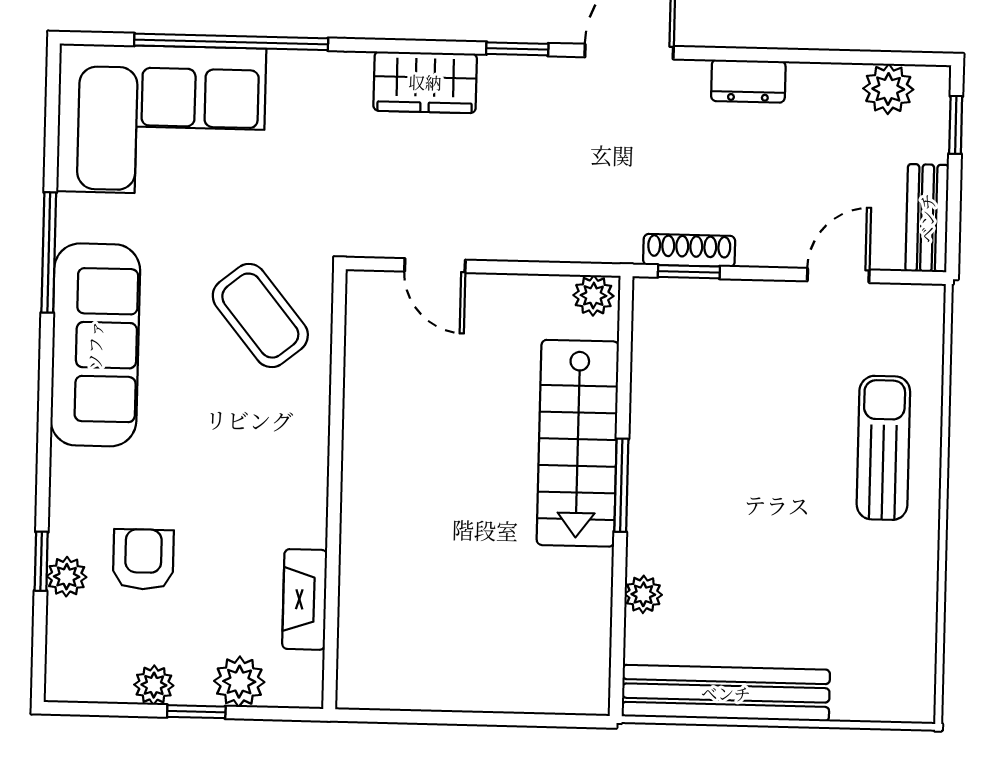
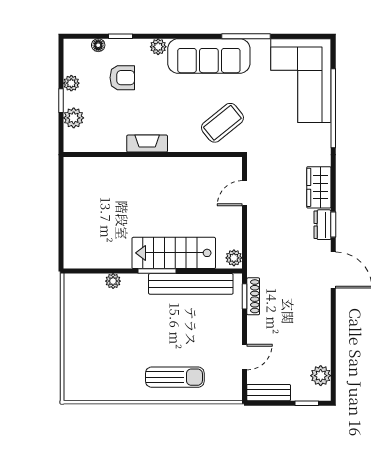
dresser: (748, 81) -> (322, 225), moved
door: (838, 275) -> (244, 357), hinge flipped
plant: (67, 577) -> (158, 47), moved
fireplace: (305, 599) -> (147, 144), moved
floor lamp: (62, 617) -> (98, 45), added
bench: (726, 693) -> (191, 284), moved, turned 90

